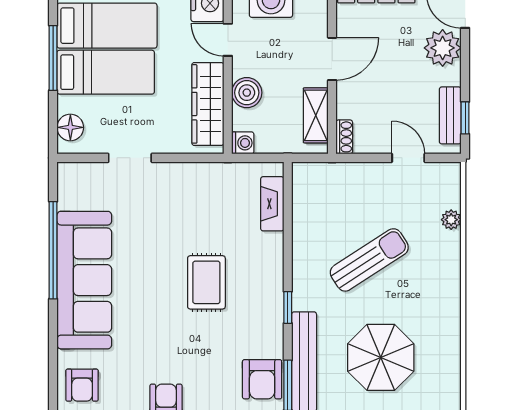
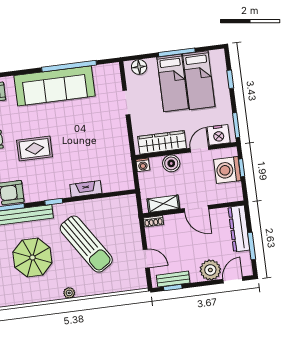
door: (408, 158) -> (146, 259), hinge flipped
fireplace: (272, 204) -> (86, 189), moved
plant: (451, 220) -> (69, 293), moved
sun lounger: (369, 260) -> (86, 244), width x1.36, depth x1.34
rug: (206, 282) -> (35, 149), moved

